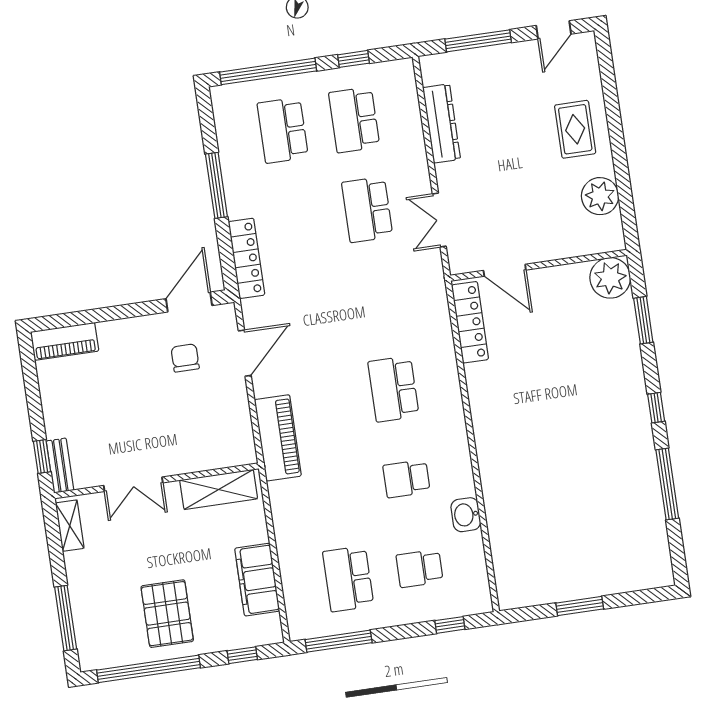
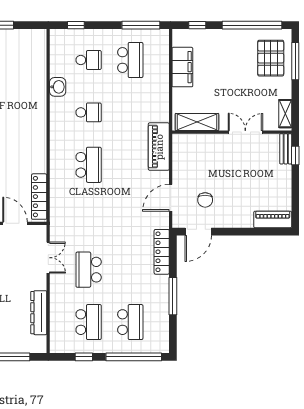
school desk: (367, 210) -> (89, 270), turned 180
pallet: (167, 614) -> (271, 58), moved

